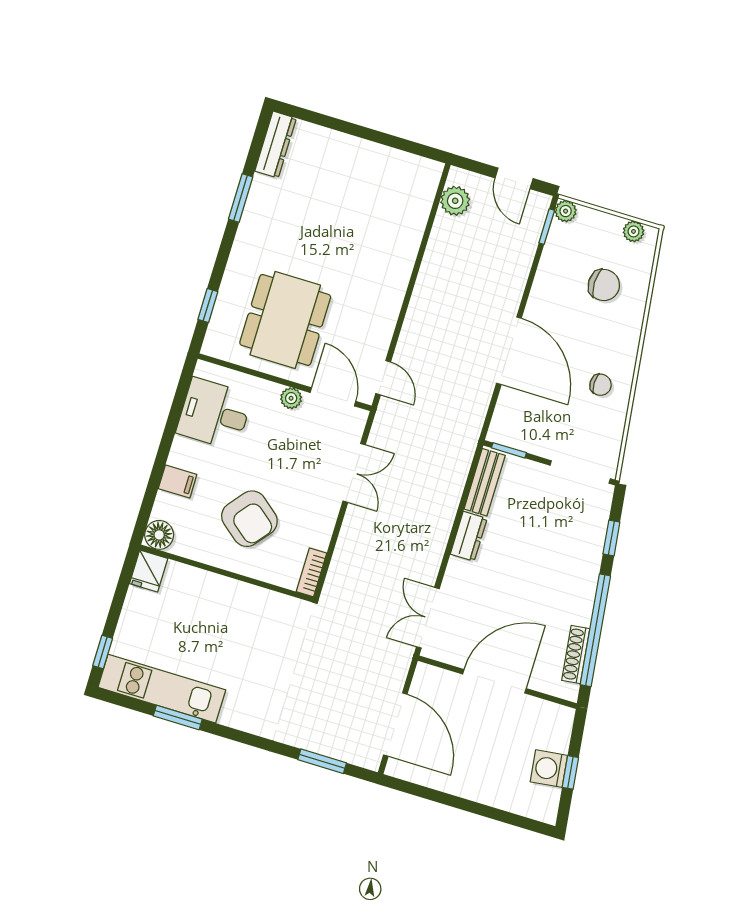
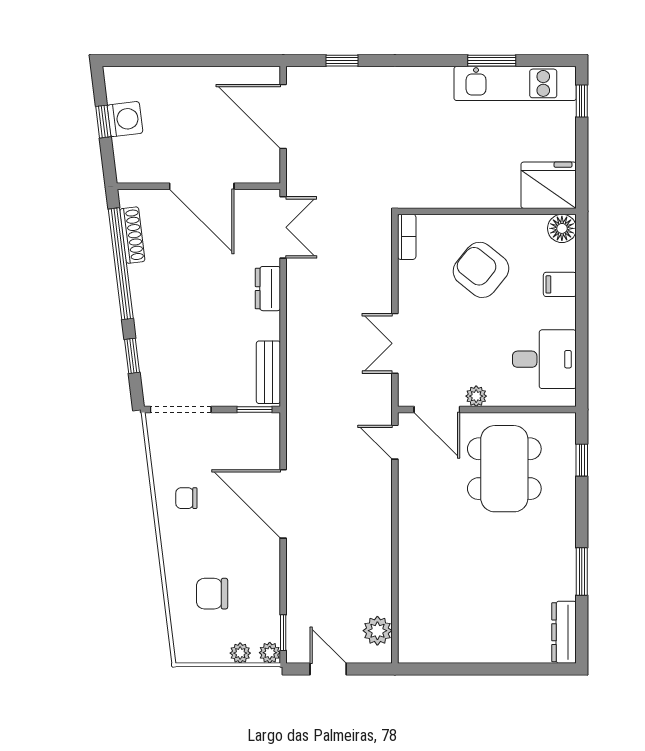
plant: (634, 231) -> (240, 653), moved
dresser: (469, 536) -> (268, 289), moved
fridge: (149, 571) -> (549, 185), width x1.88, depth x1.34
door: (494, 681) -> (202, 186), hinge flipped
window: (322, 761) -> (342, 61), width x0.67

